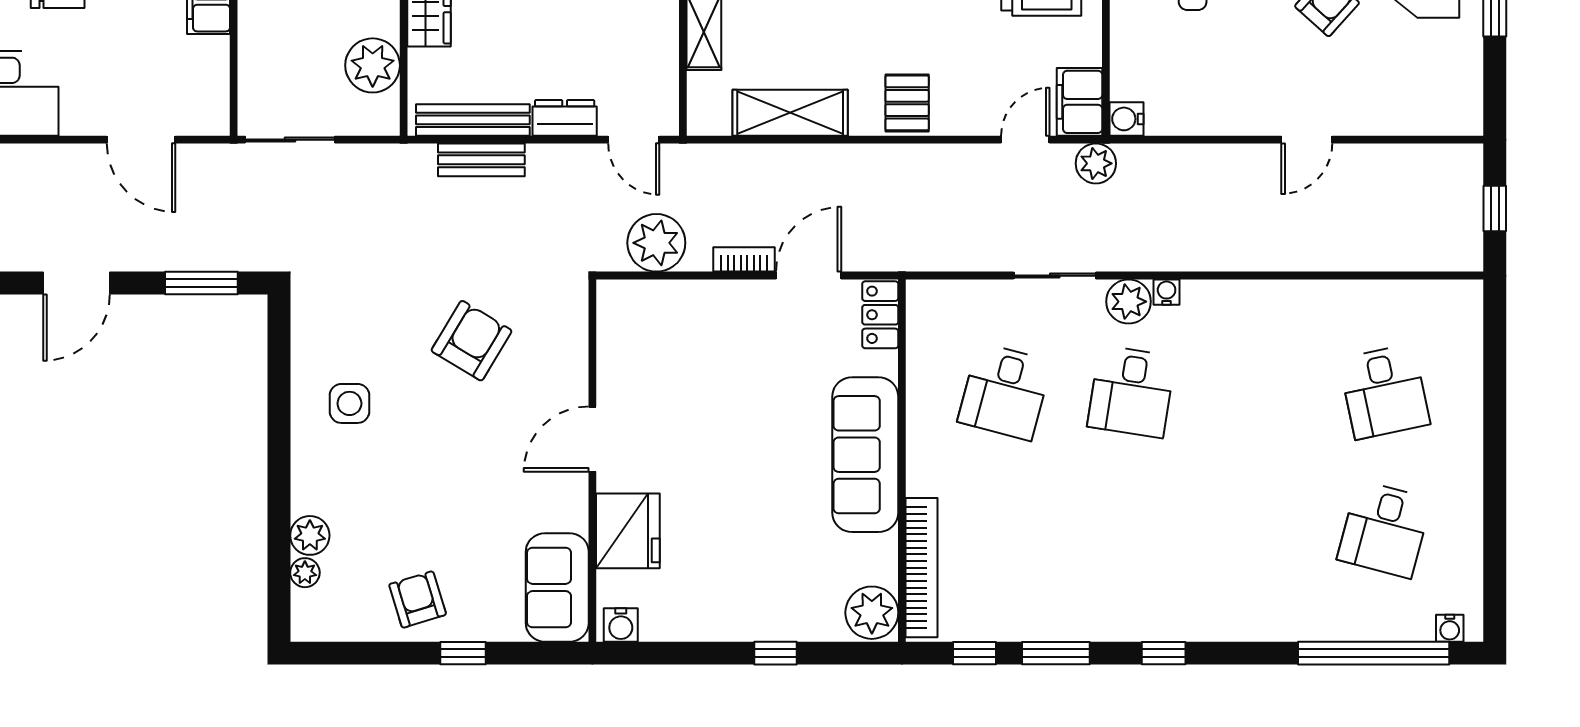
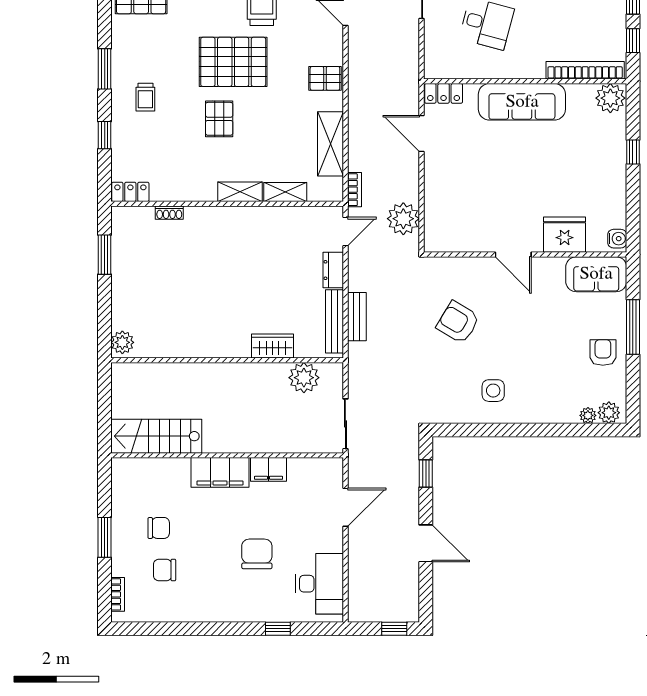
bookcase: (744, 259) -> (354, 190), moved, turned 180
window: (201, 283) -> (426, 474), width x0.67
plant: (310, 535) -> (609, 413), moved
armchair: (418, 599) -> (603, 352), turned 107
window: (463, 653) -> (633, 327), width x2.17

